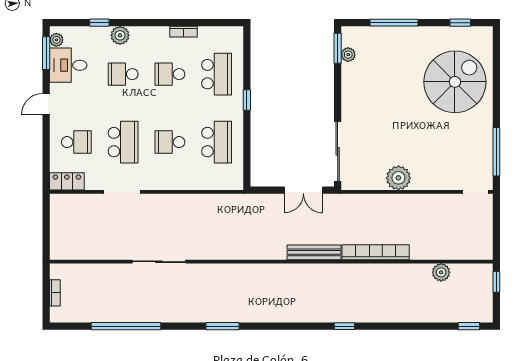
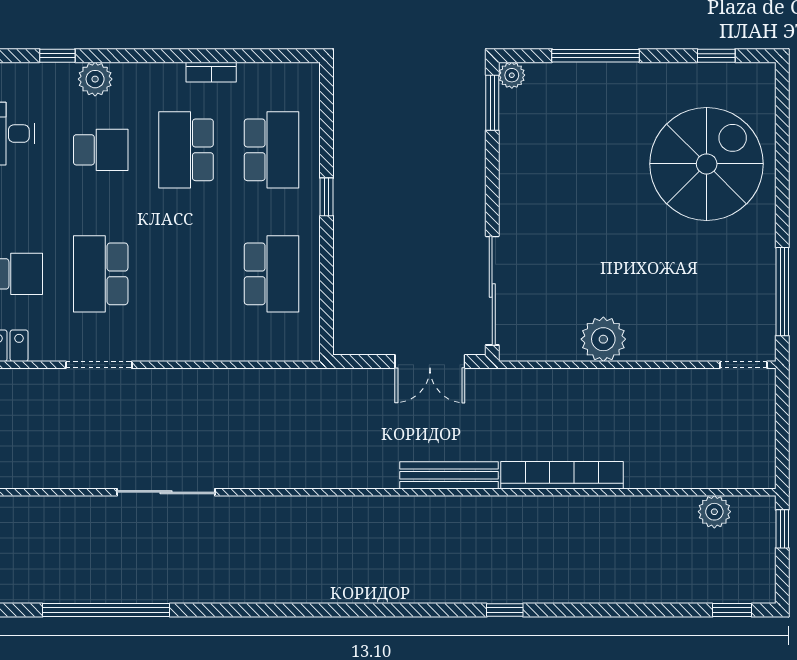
plant: (348, 55) -> (512, 75), moved
school desk: (123, 74) -> (101, 150), turned 180
school desk: (170, 74) -> (186, 150), width x1.85
school desk: (123, 142) -> (101, 274), turned 180
school desk: (170, 142) -> (186, 274), removed
plant: (441, 272) -> (714, 512), moved
window: (222, 326) -> (282, 610), removed

